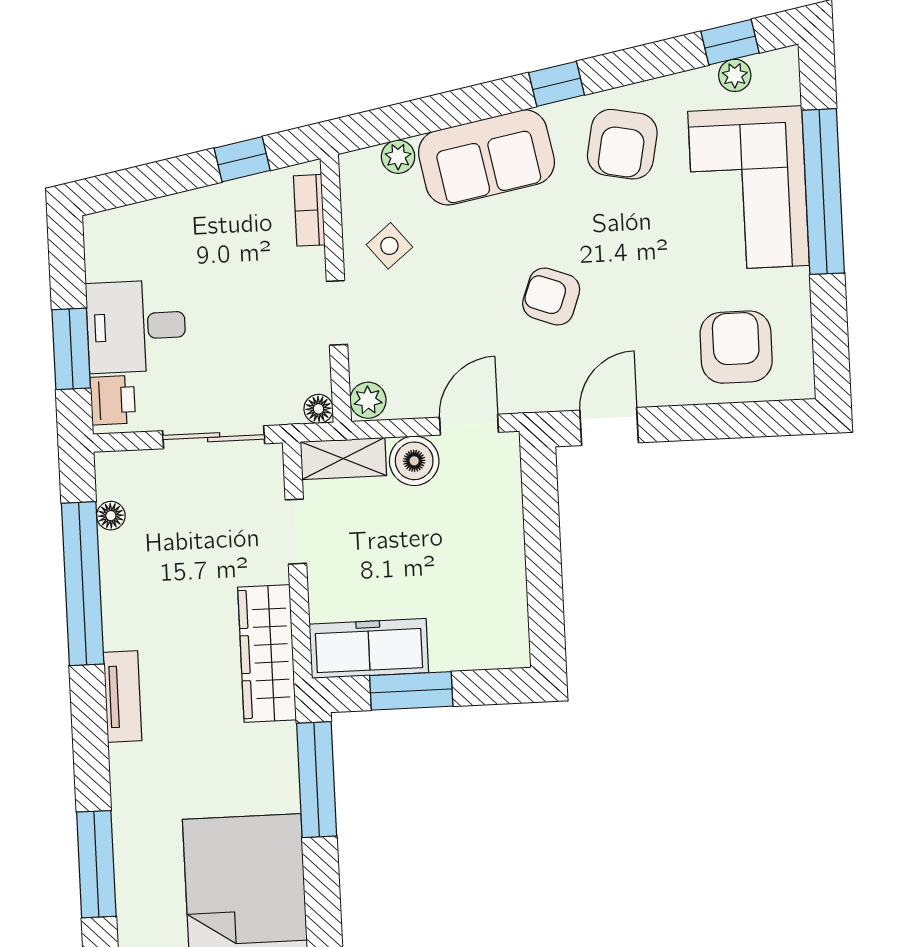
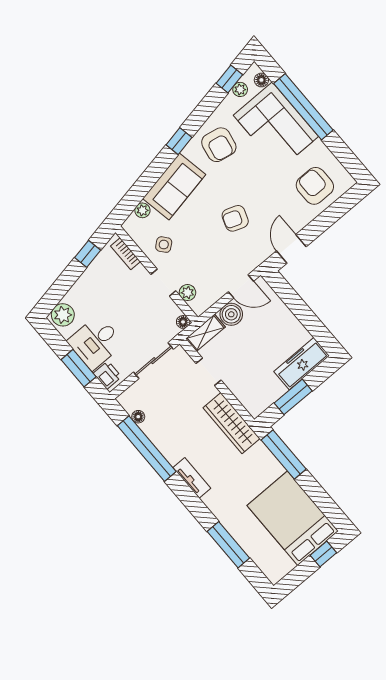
floor lamp: (785, 87) -> (261, 80), added
plant: (116, 233) -> (63, 315), added
plant: (368, 400) -> (187, 293), moved
door: (469, 425) -> (241, 286), swing flipped
freezer: (369, 648) -> (302, 364), moved

